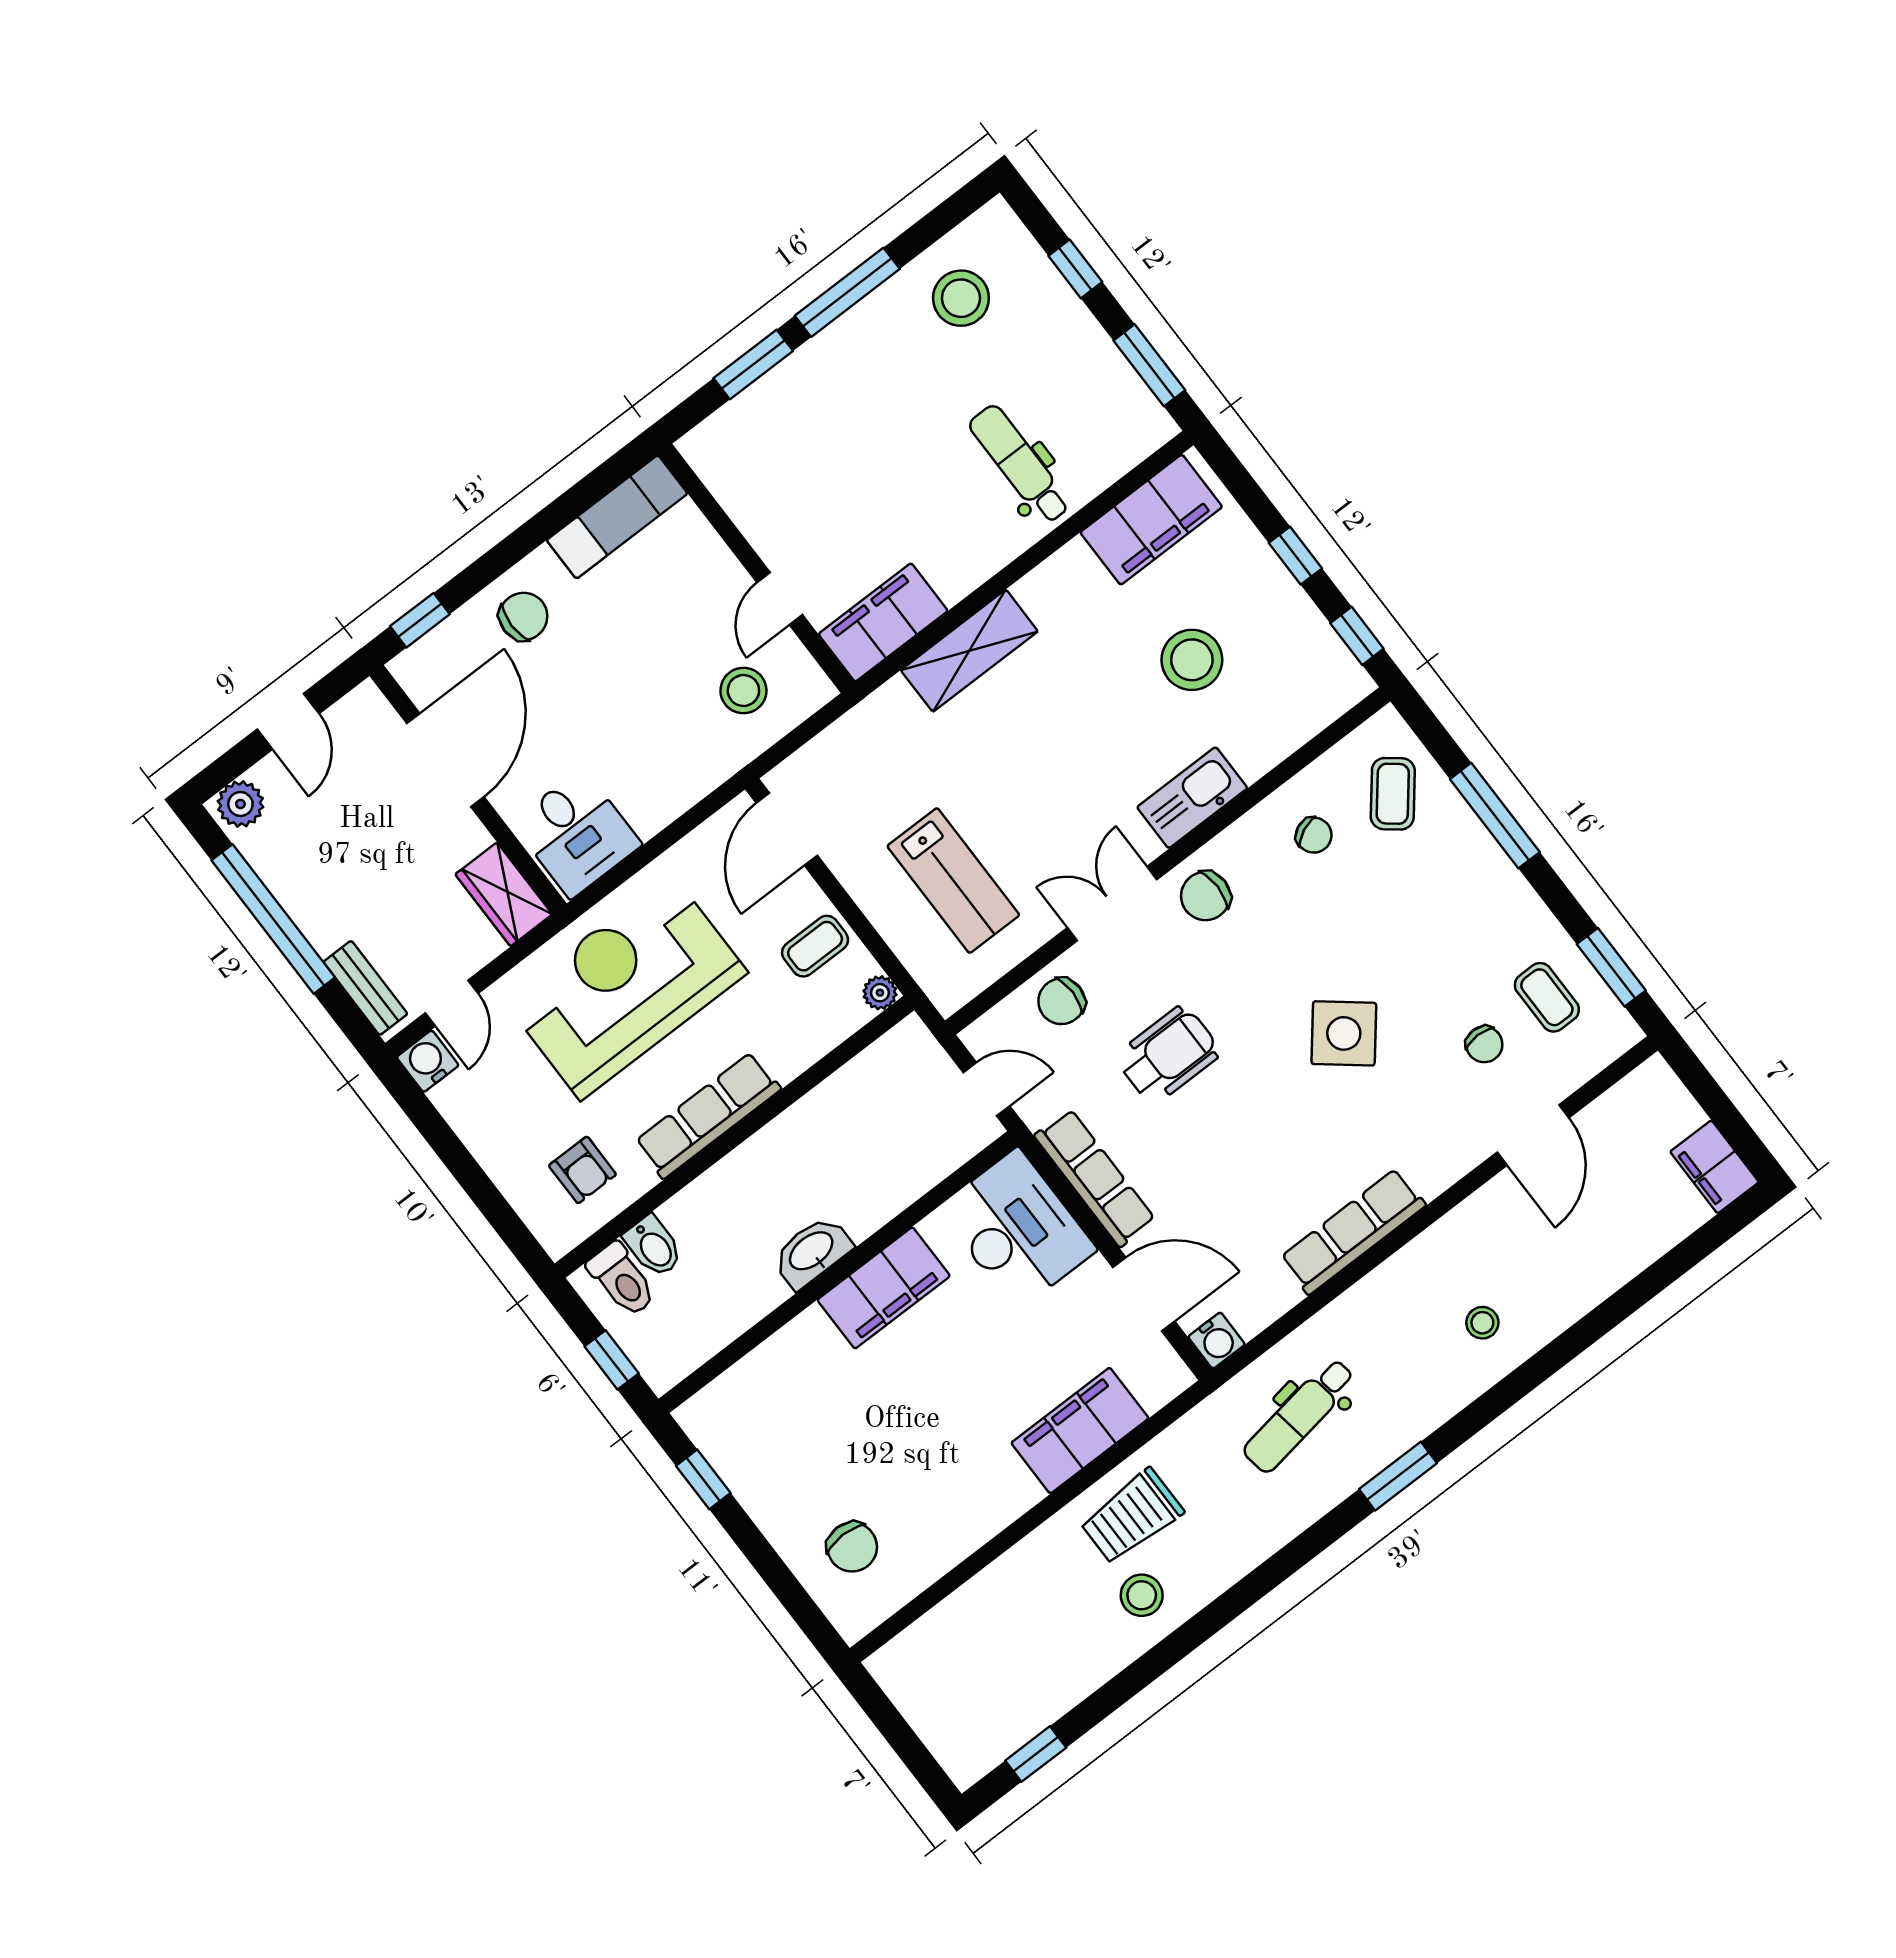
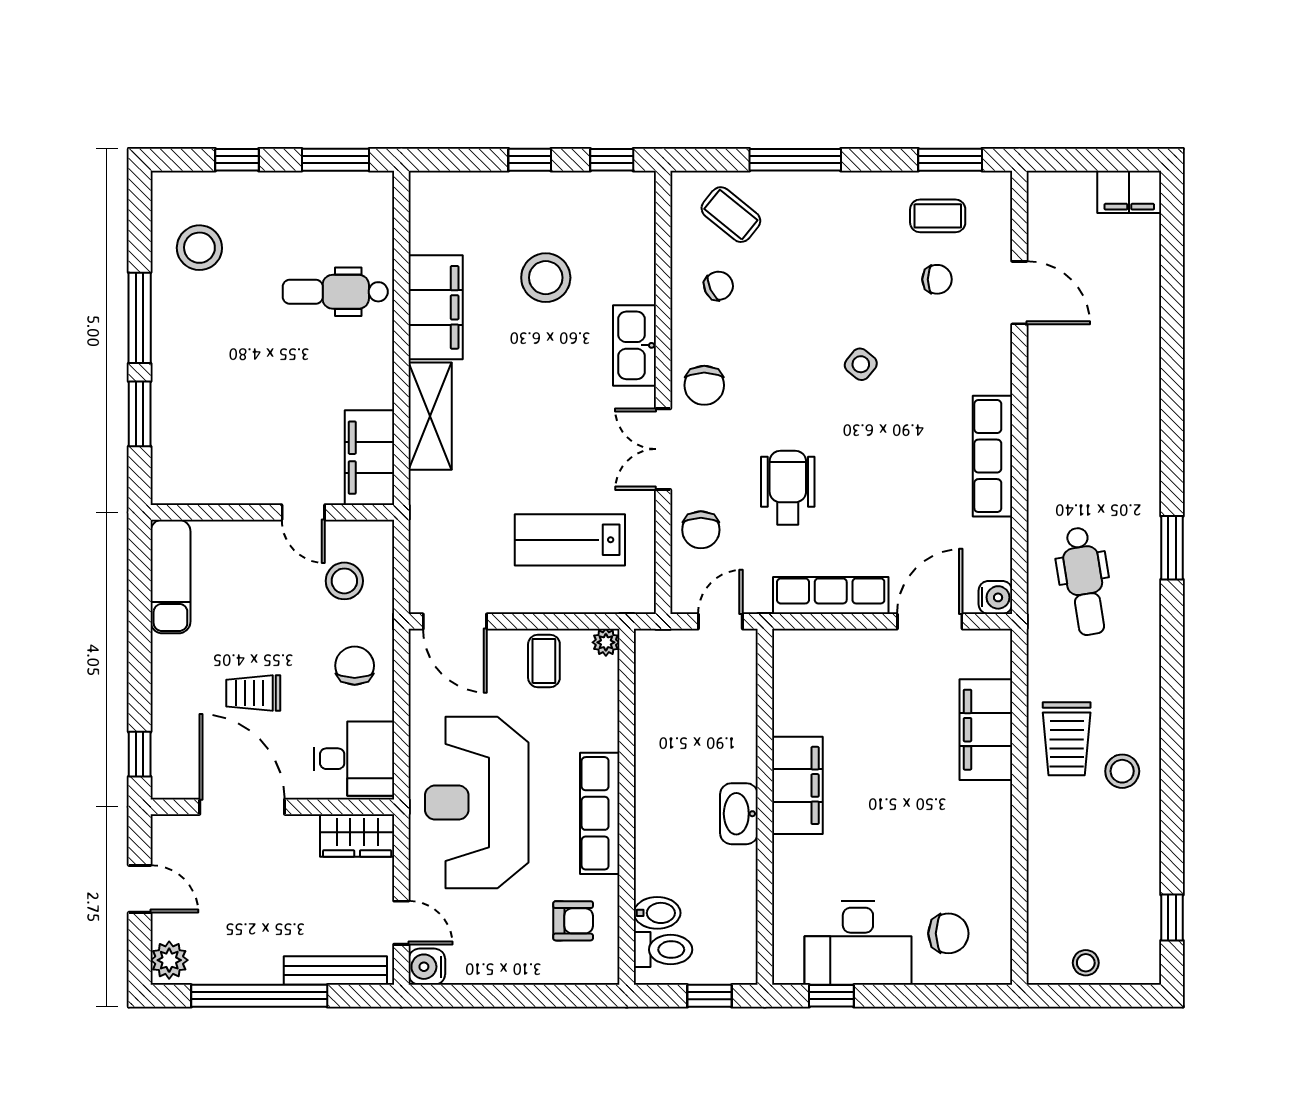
filing cabinet: (1151, 520) -> (436, 307), moved
chair: (523, 616) -> (355, 666), moved
trolley: (565, 685) -> (253, 693), added
lab bench: (953, 881) -> (570, 540), turned 180
bench: (365, 988) -> (335, 971), width x1.36
side table: (1344, 1033) -> (861, 364), width x0.54, depth x0.54
desk: (1017, 1229) -> (858, 943), moved, turned 180
stool: (1482, 1323) -> (1086, 963), moved

